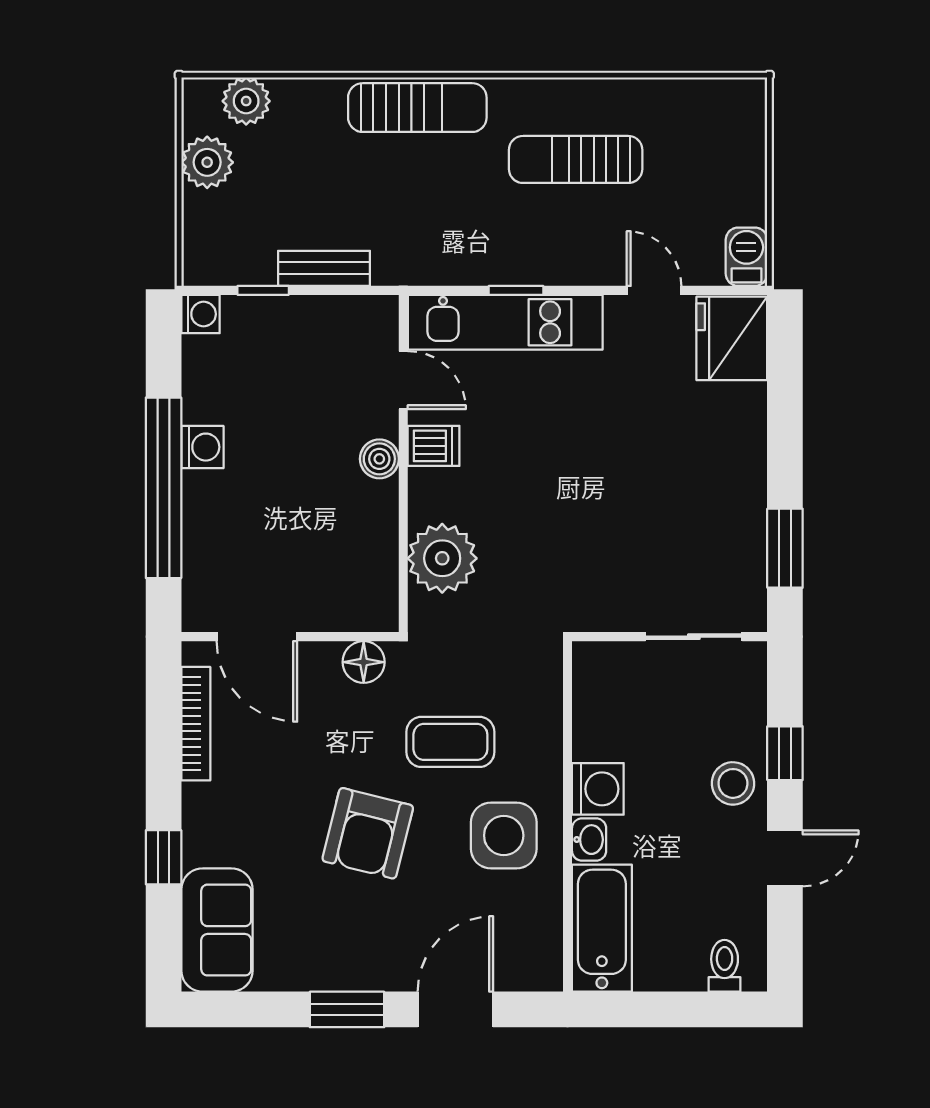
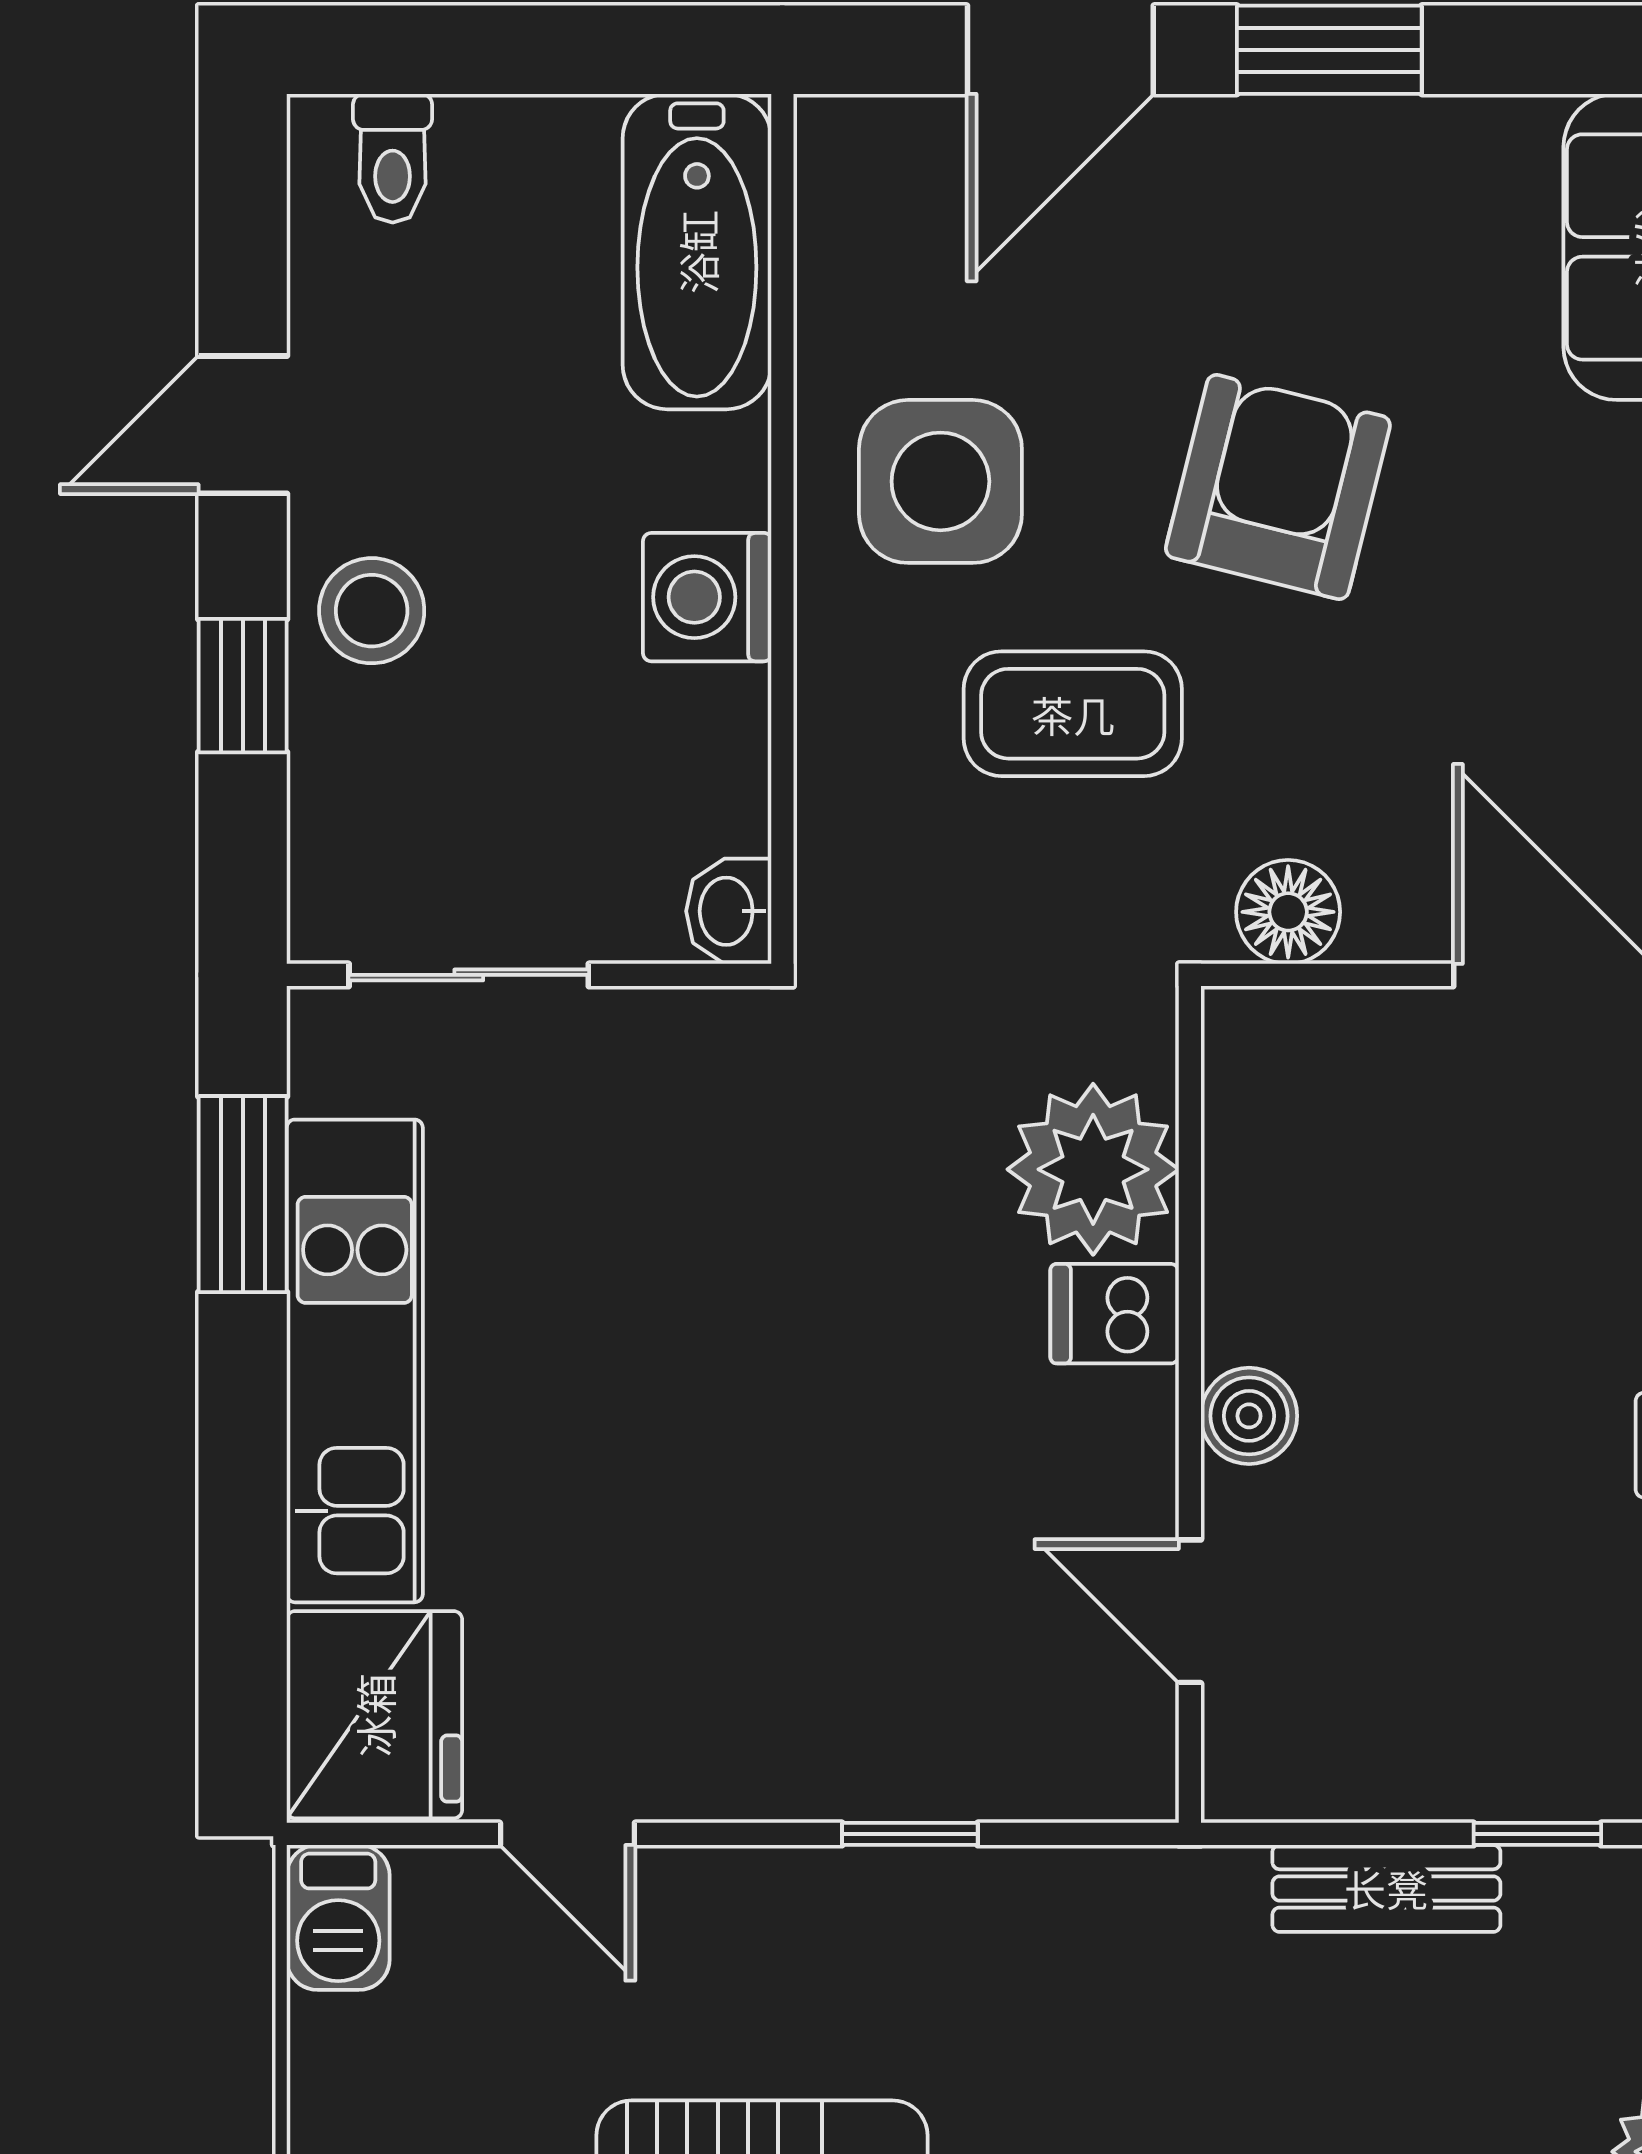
kitchen unit: (505, 322) -> (355, 1361), moved, turned 90
dishwasher: (434, 446) -> (1115, 1314), moved
washbasin: (589, 840) -> (729, 911), moved

